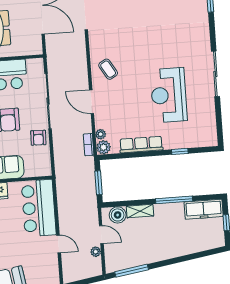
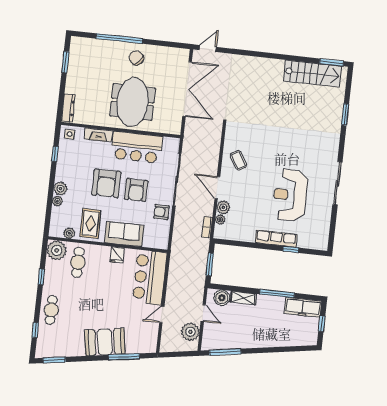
armchair: (38, 138) -> (162, 212), turned 88
row of seats: (141, 145) -> (276, 239), moved
plant: (104, 147) -> (223, 207), moved
door: (59, 244) -> (162, 314), swing flipped
plant: (96, 252) -> (190, 332), width x1.88, depth x1.88

